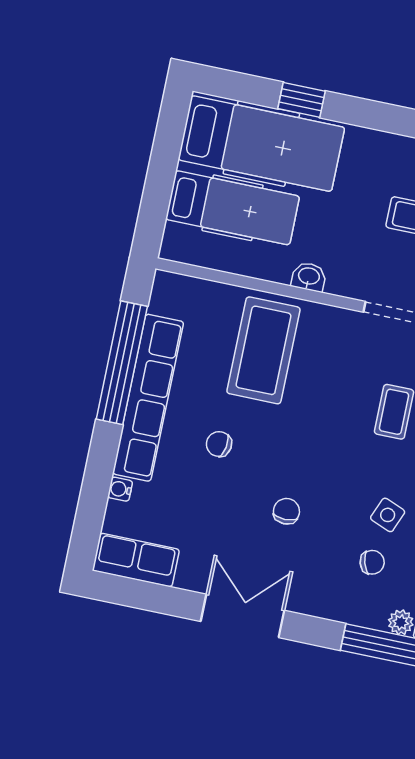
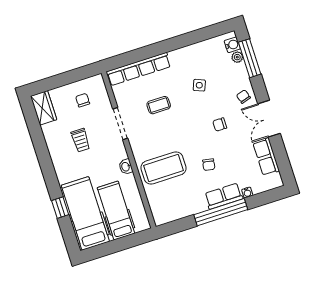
window: (122, 363) -> (221, 212), moved
row of seats: (148, 398) -> (224, 196), width x0.50
row of seats: (136, 560) -> (266, 157), moved
chair: (372, 562) -> (243, 97), moved

